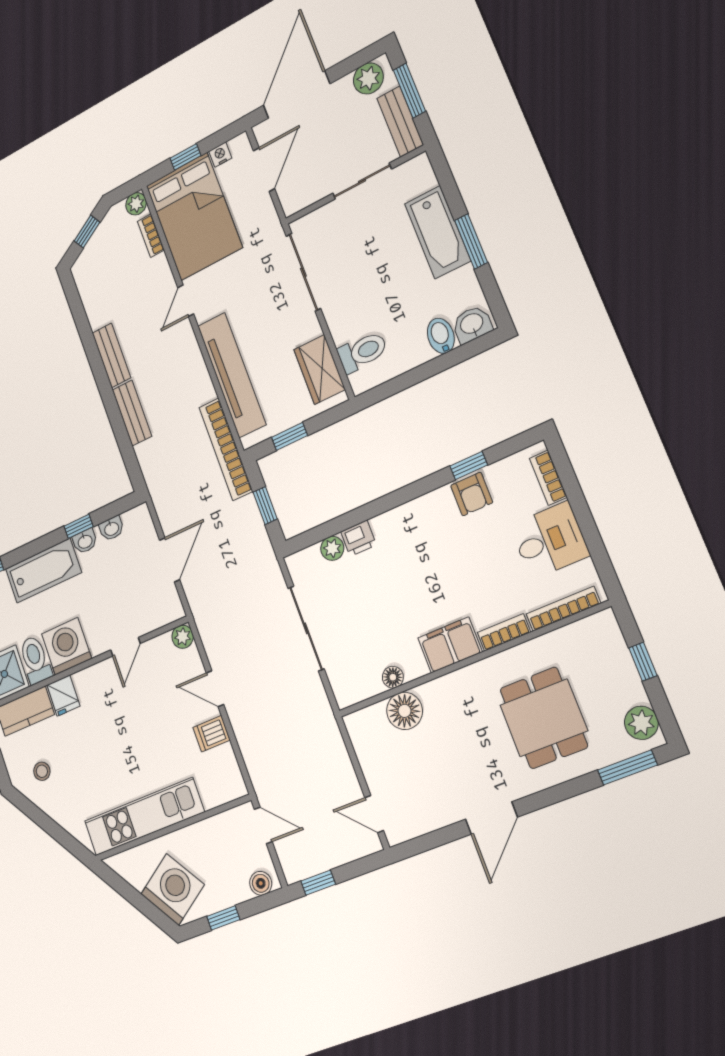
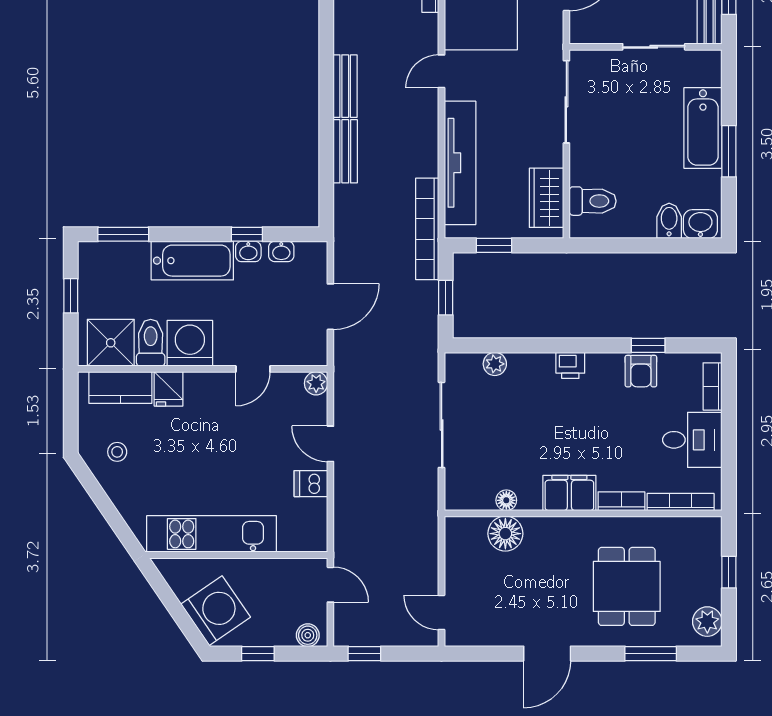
printer: (359, 538) -> (570, 365), moved
window: (627, 767) -> (651, 654), moved

